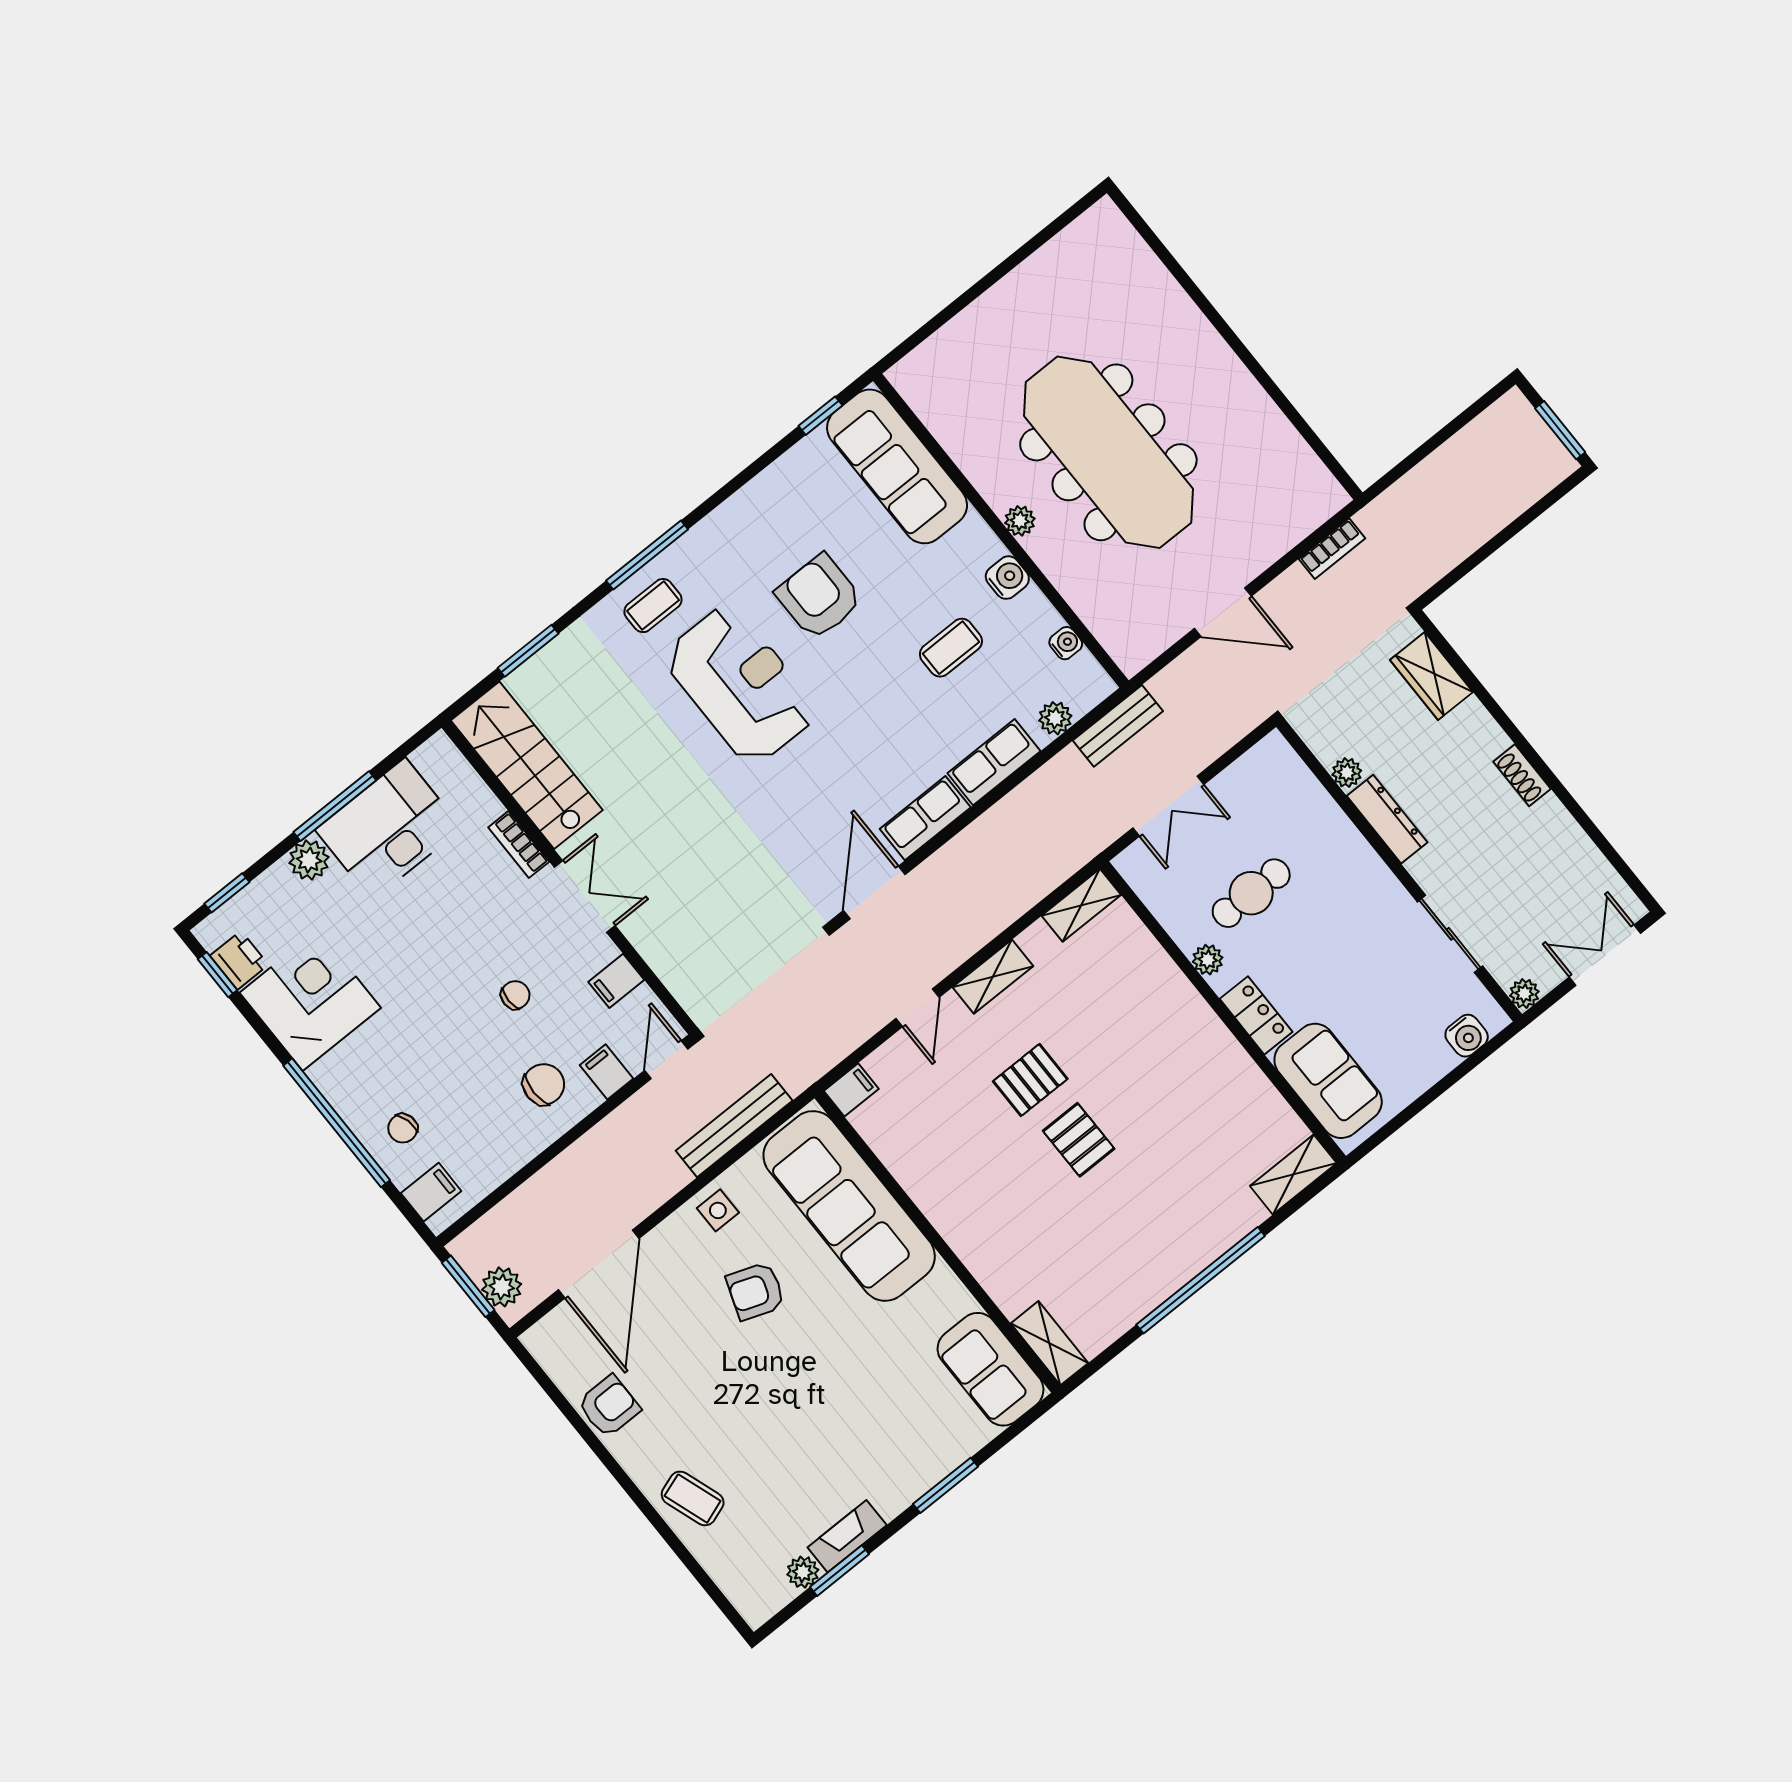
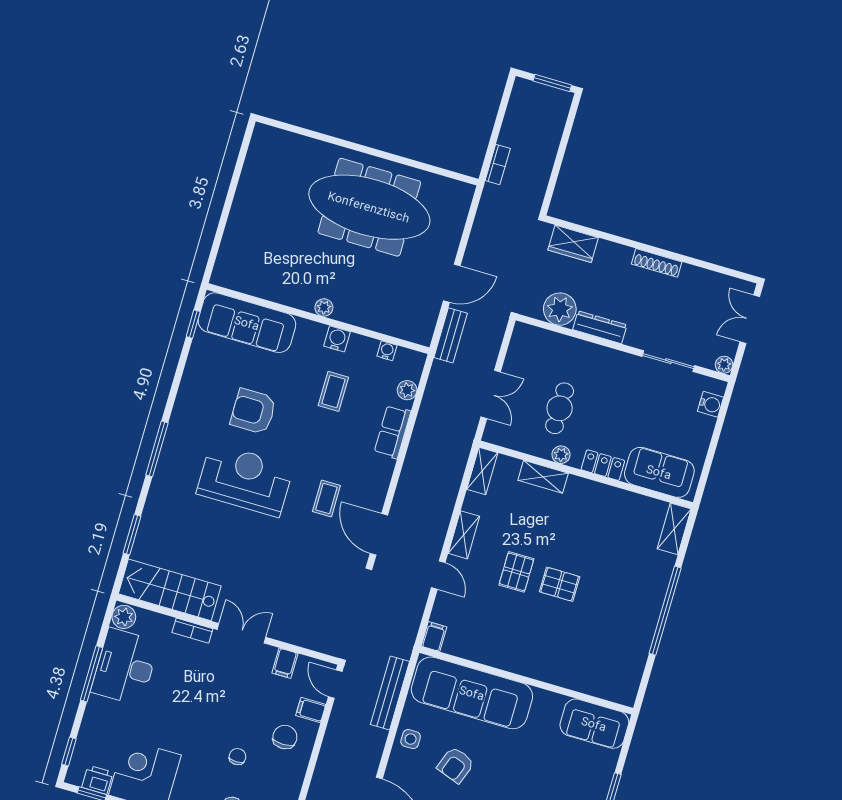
meeting table: (1108, 452) -> (369, 207), moved
bookcase: (1332, 549) -> (498, 165), moved
coffee table: (653, 606) -> (326, 498), moved
bench: (1118, 726) -> (451, 335), moved
plant: (1347, 773) -> (560, 309), width x1.88, depth x1.88
shoe rack: (1522, 775) -> (657, 263), width x1.43
row of seats: (925, 818) -> (378, 482), removed
plant: (309, 860) -> (124, 617), moved
chair: (515, 995) -> (237, 757), moved
shelving: (1049, 1343) -> (543, 477), moved

